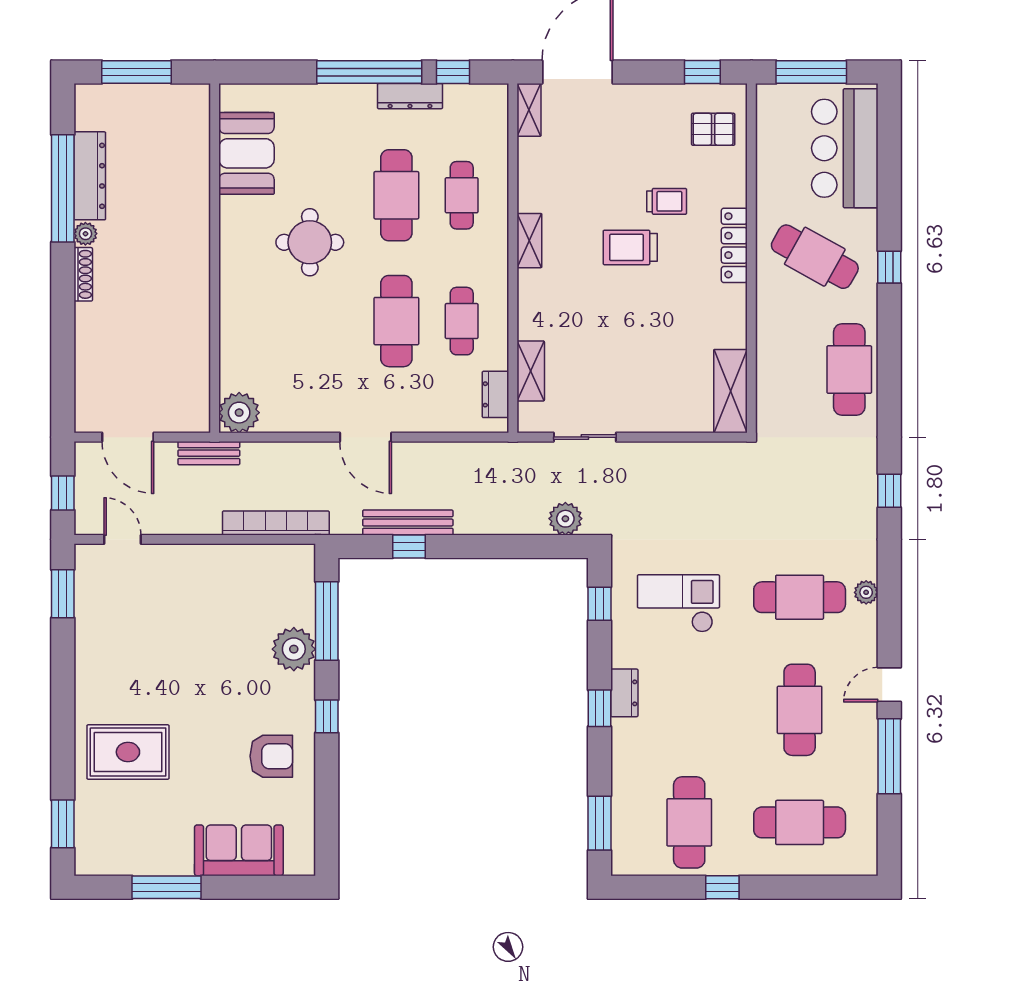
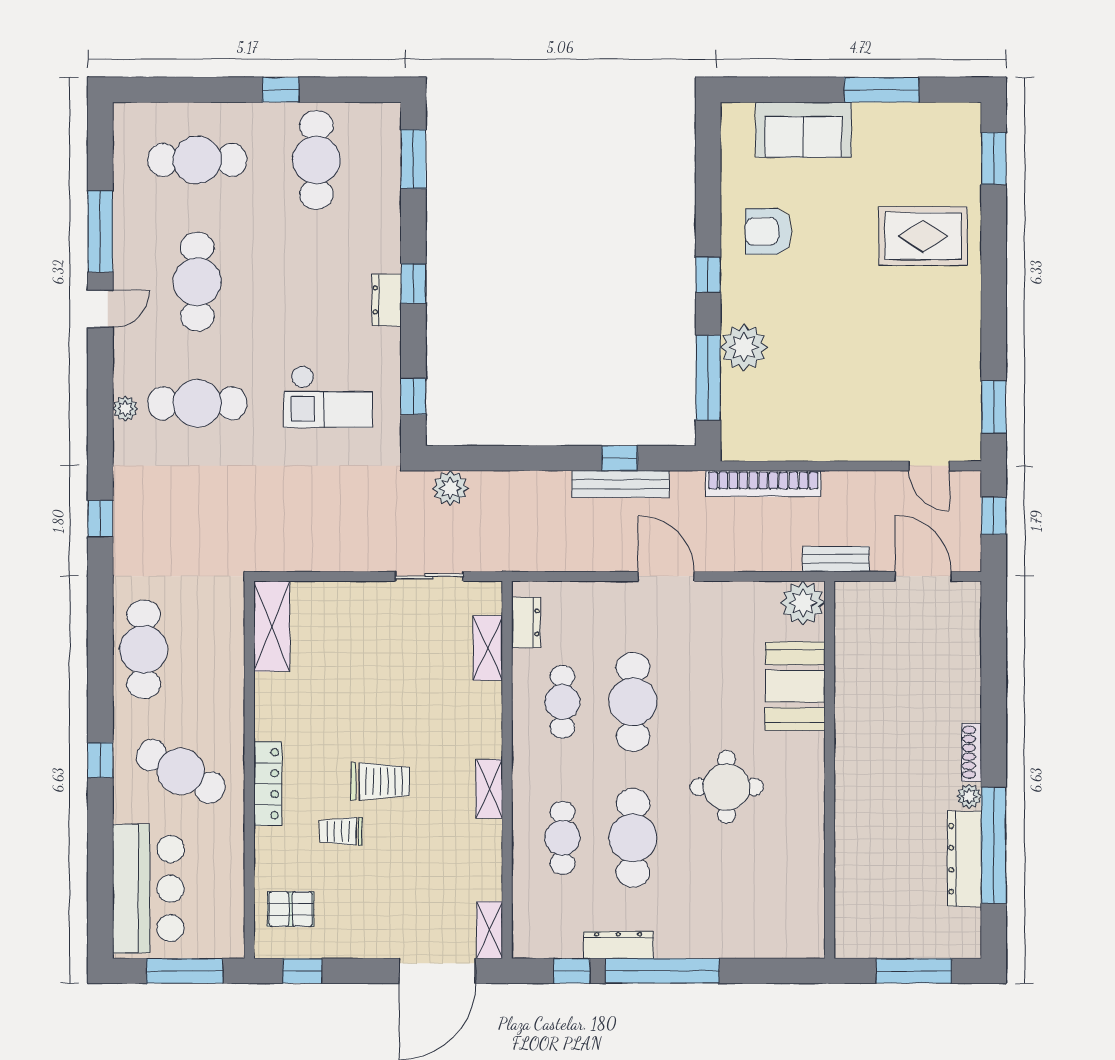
booth: (246, 153) -> (795, 686), moved

